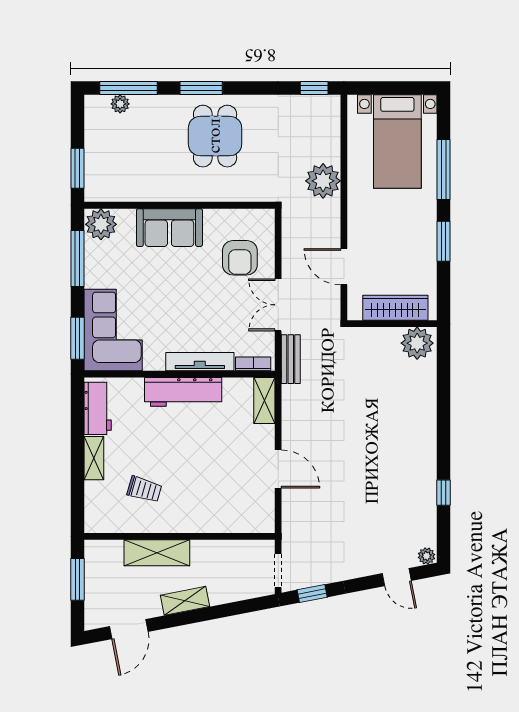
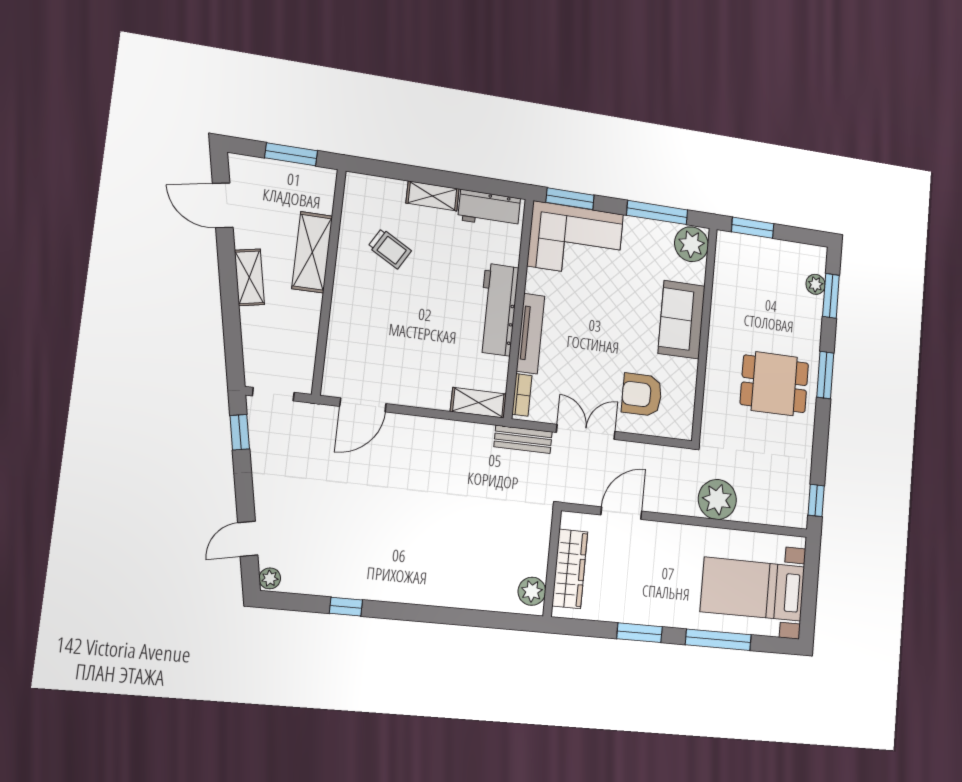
window: (128, 88) -> (831, 296), width x0.69
plant: (417, 343) -> (532, 591), width x0.73, depth x0.73
door: (278, 469) -> (363, 405), moved
trolley: (144, 489) -> (390, 249), turned -76

